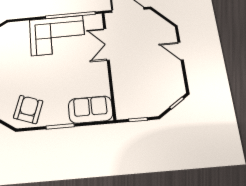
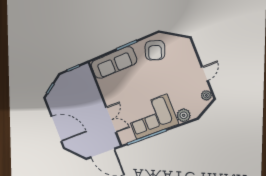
plant: (21, 28) -> (184, 115), added
door: (181, 51) -> (57, 129), width x1.88
sofa: (91, 110) -> (114, 63), width x1.36

